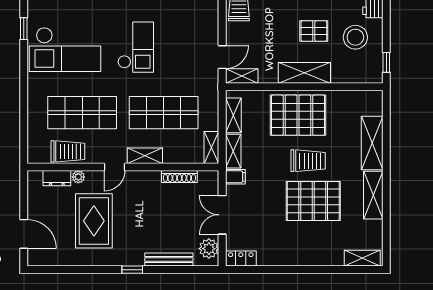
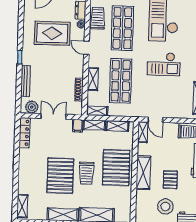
trolley: (68, 151) -> (98, 18), turned 180
shelving: (145, 156) -> (93, 79), moved
locker: (241, 259) -> (24, 133), width x1.53

